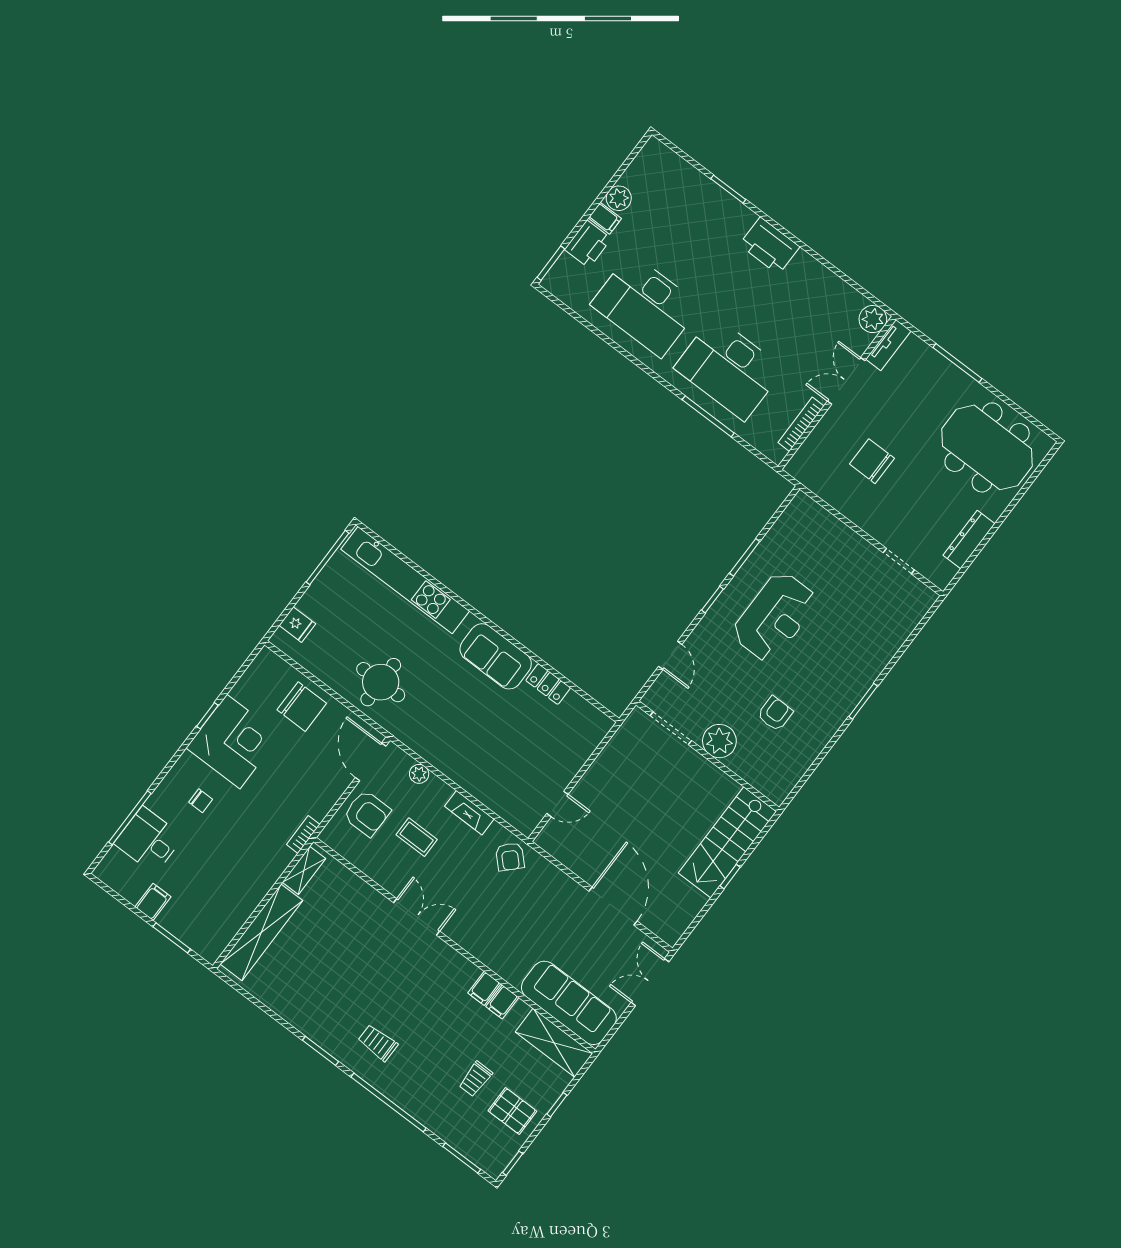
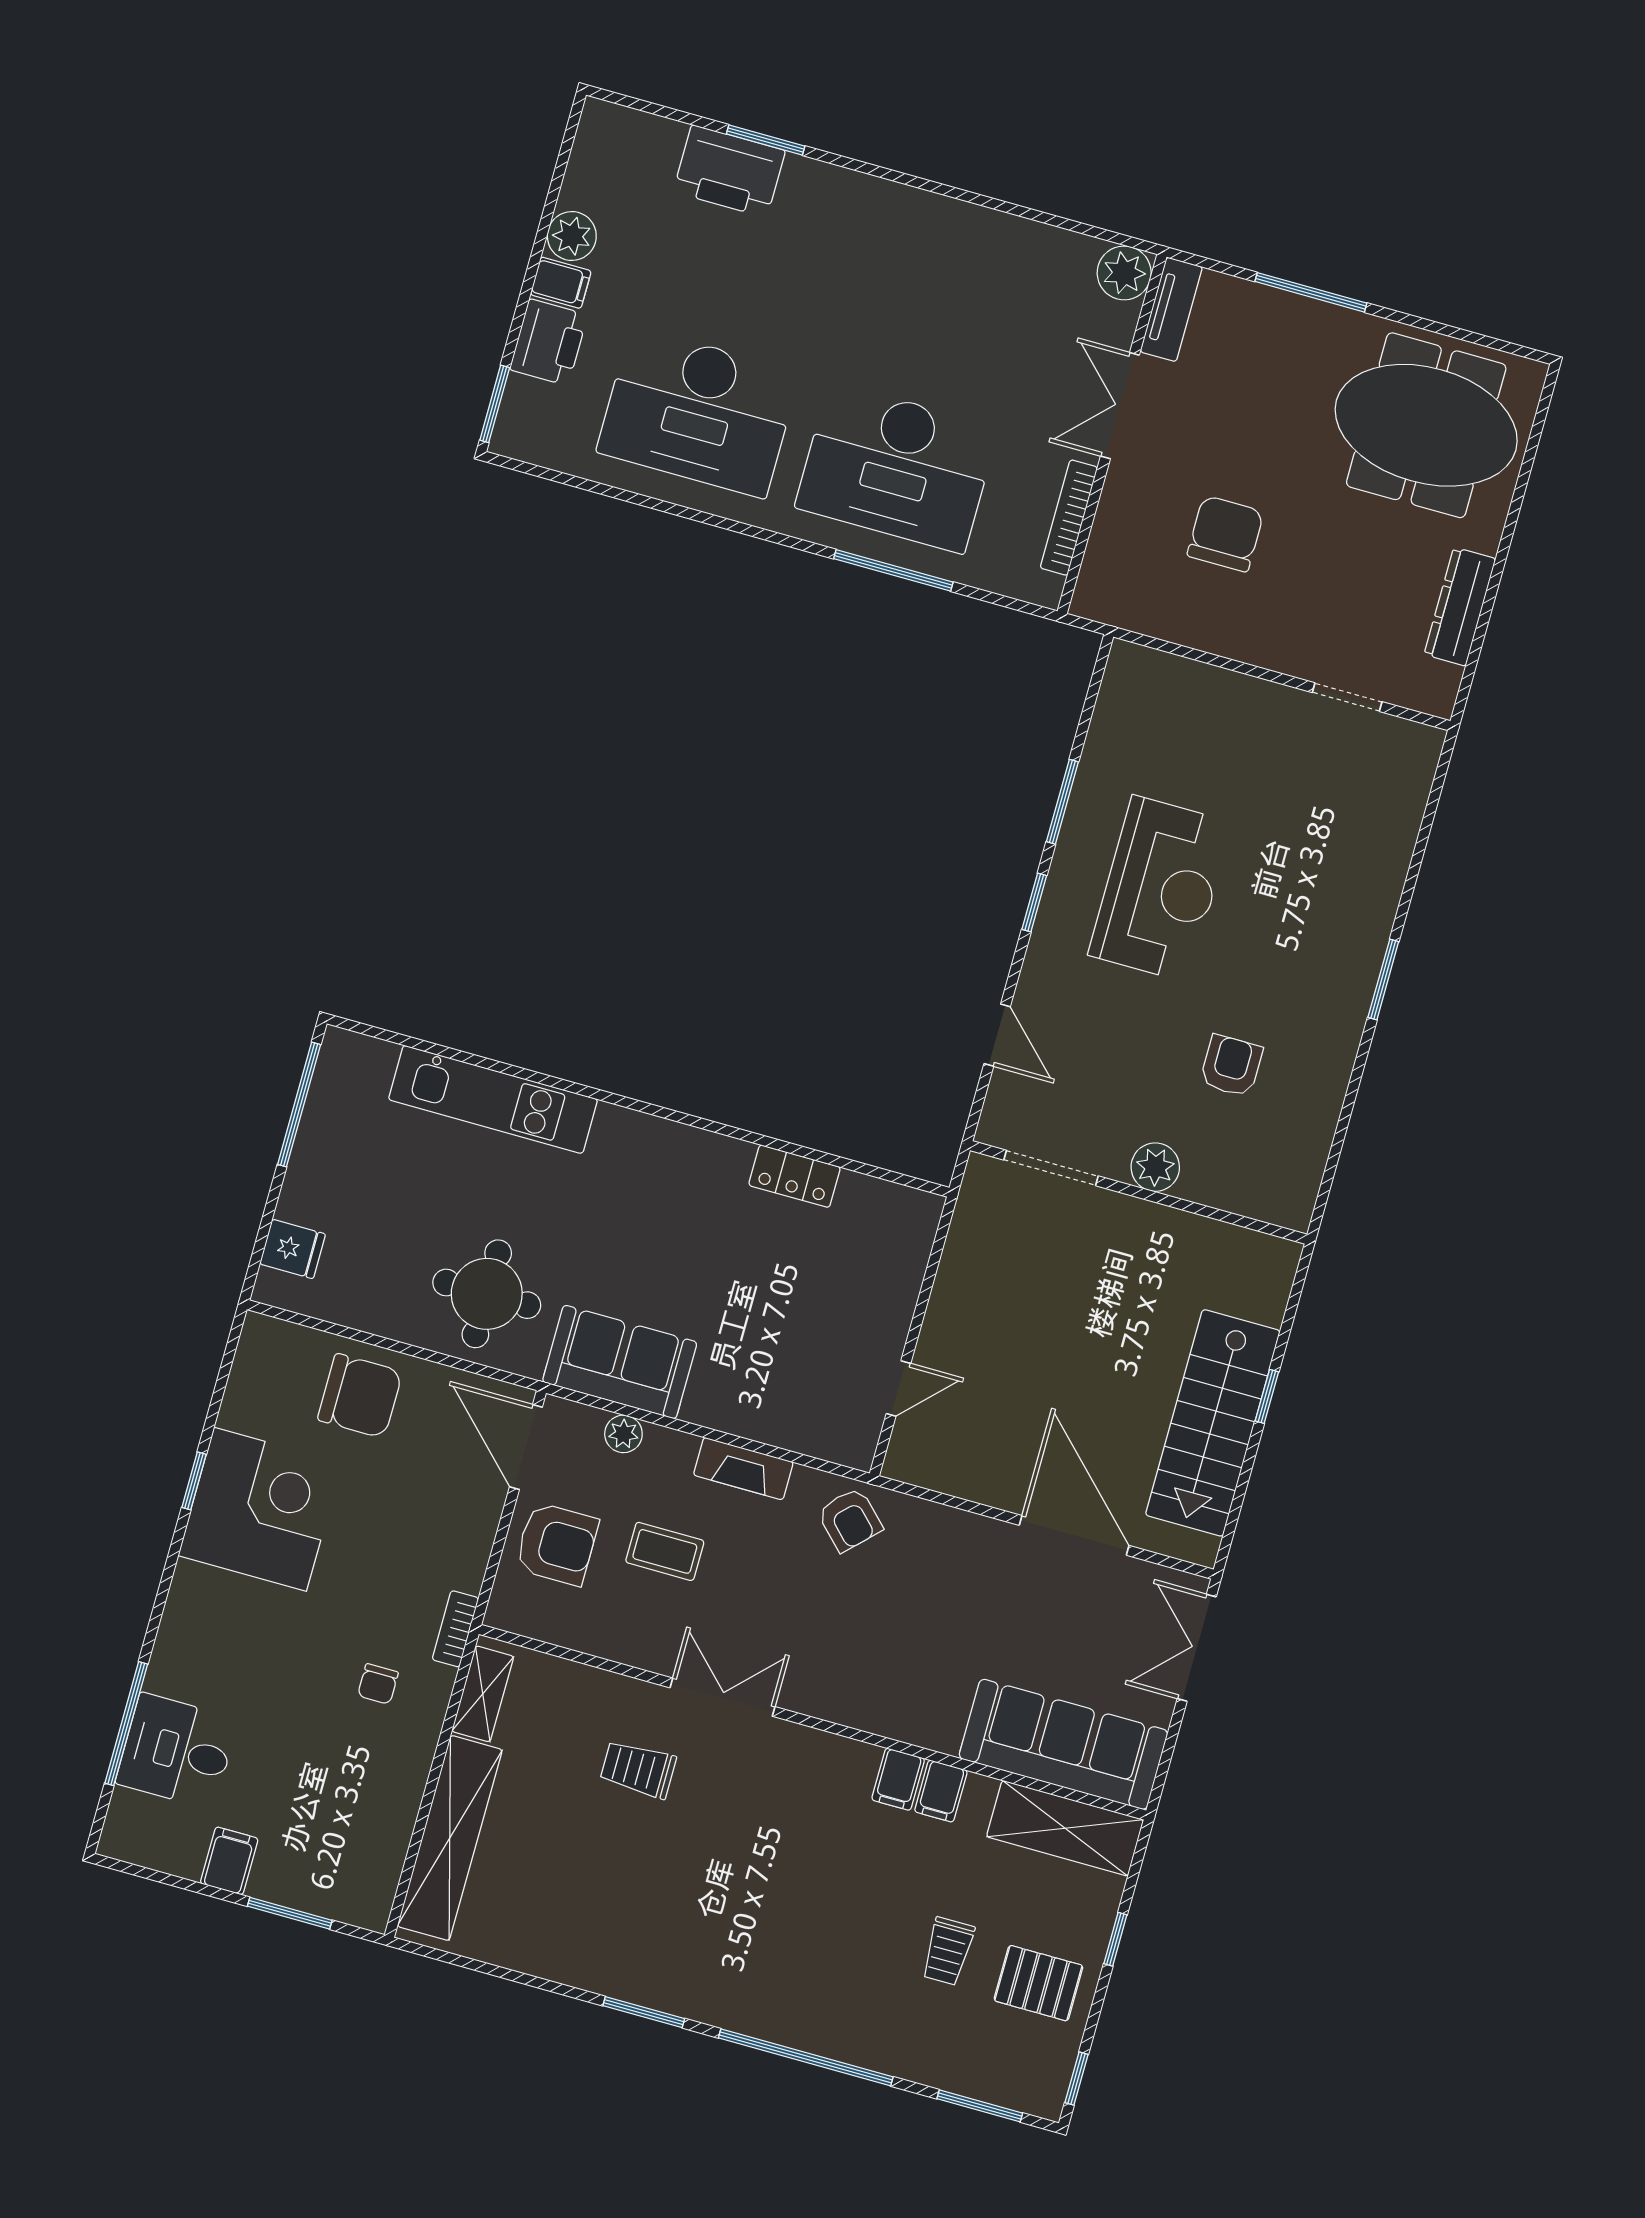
printer: (769, 246) -> (729, 171), moved
chair: (872, 461) -> (1225, 534), turned 90
kitchen unit: (405, 580) -> (493, 1099), width x0.73
sofa: (496, 656) -> (620, 1362), moved, turned 180
plant: (719, 741) -> (1155, 1167), width x0.73, depth x0.73
chair: (201, 801) -> (378, 1684), moved, turned 90
stairs: (727, 842) -> (1213, 1423), moved
trolley: (378, 1043) -> (638, 1769), moved

